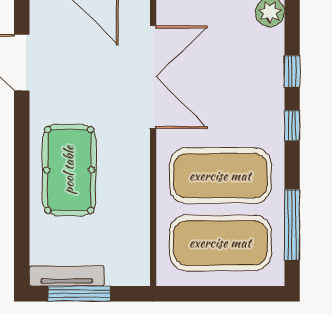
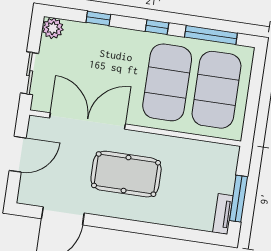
window: (292, 126) -> (157, 27), moved
pool table: (69, 170) -> (126, 174), moved
tv unit: (67, 276) -> (223, 214), width x0.71

